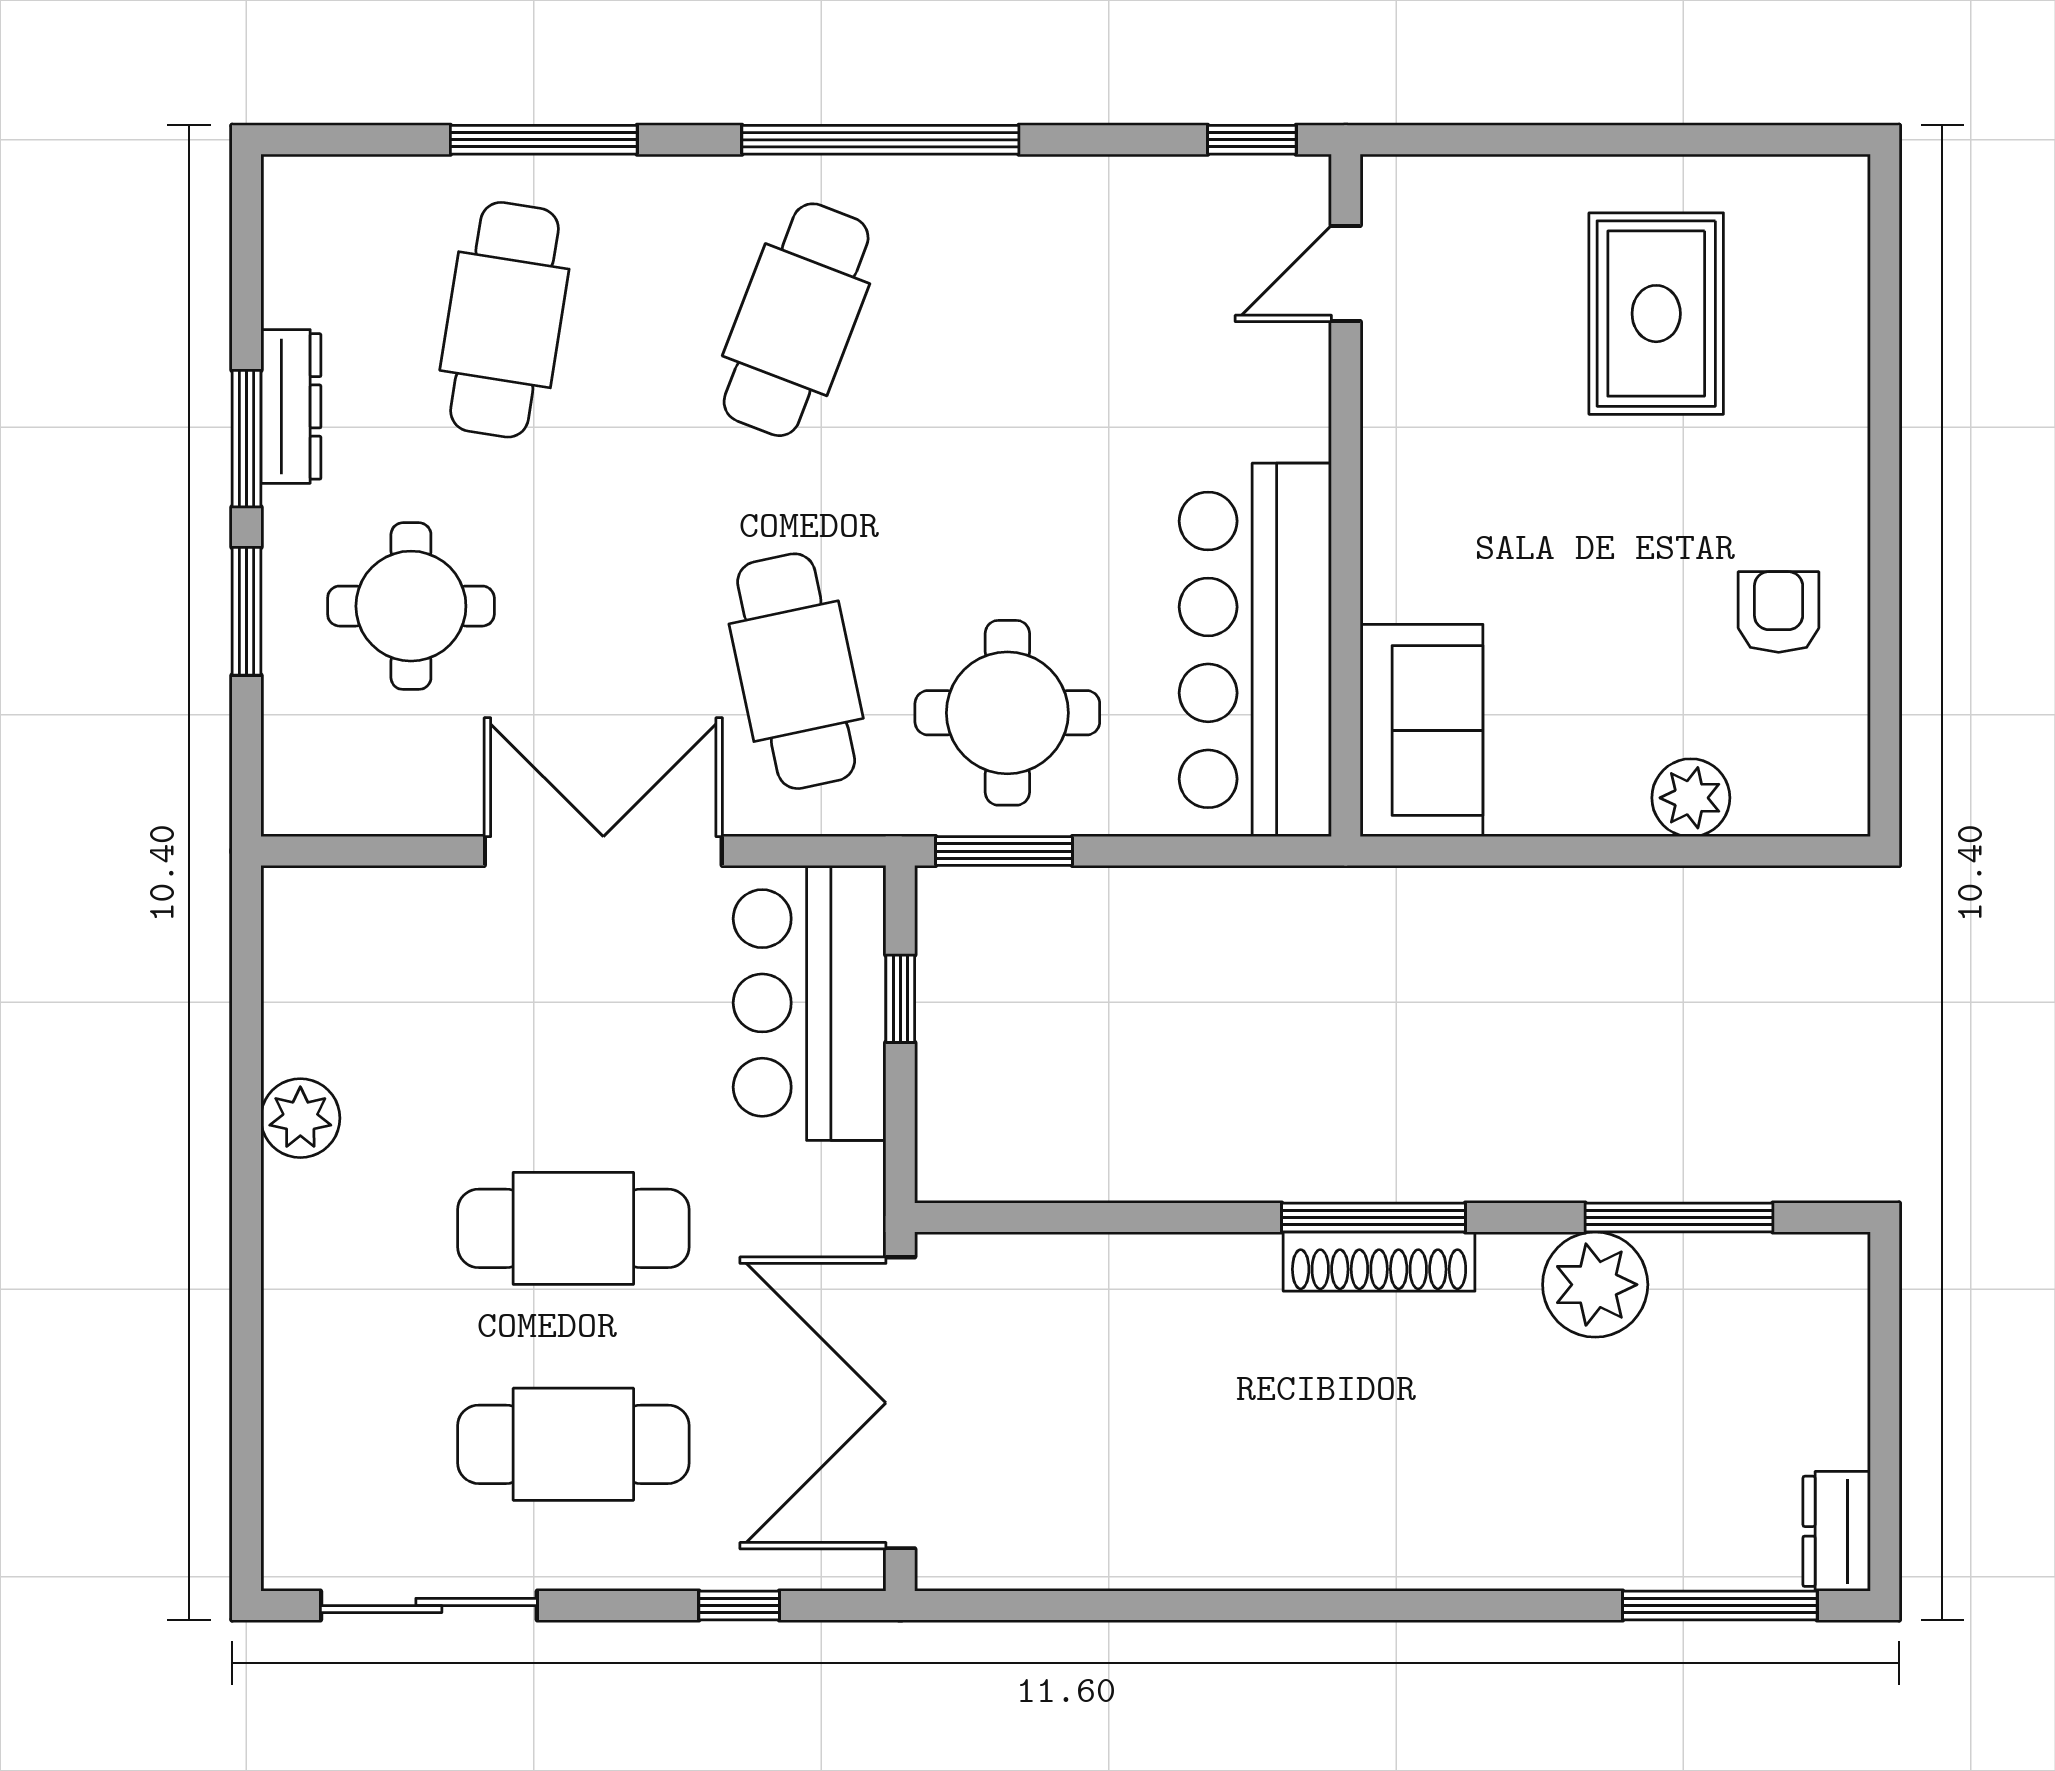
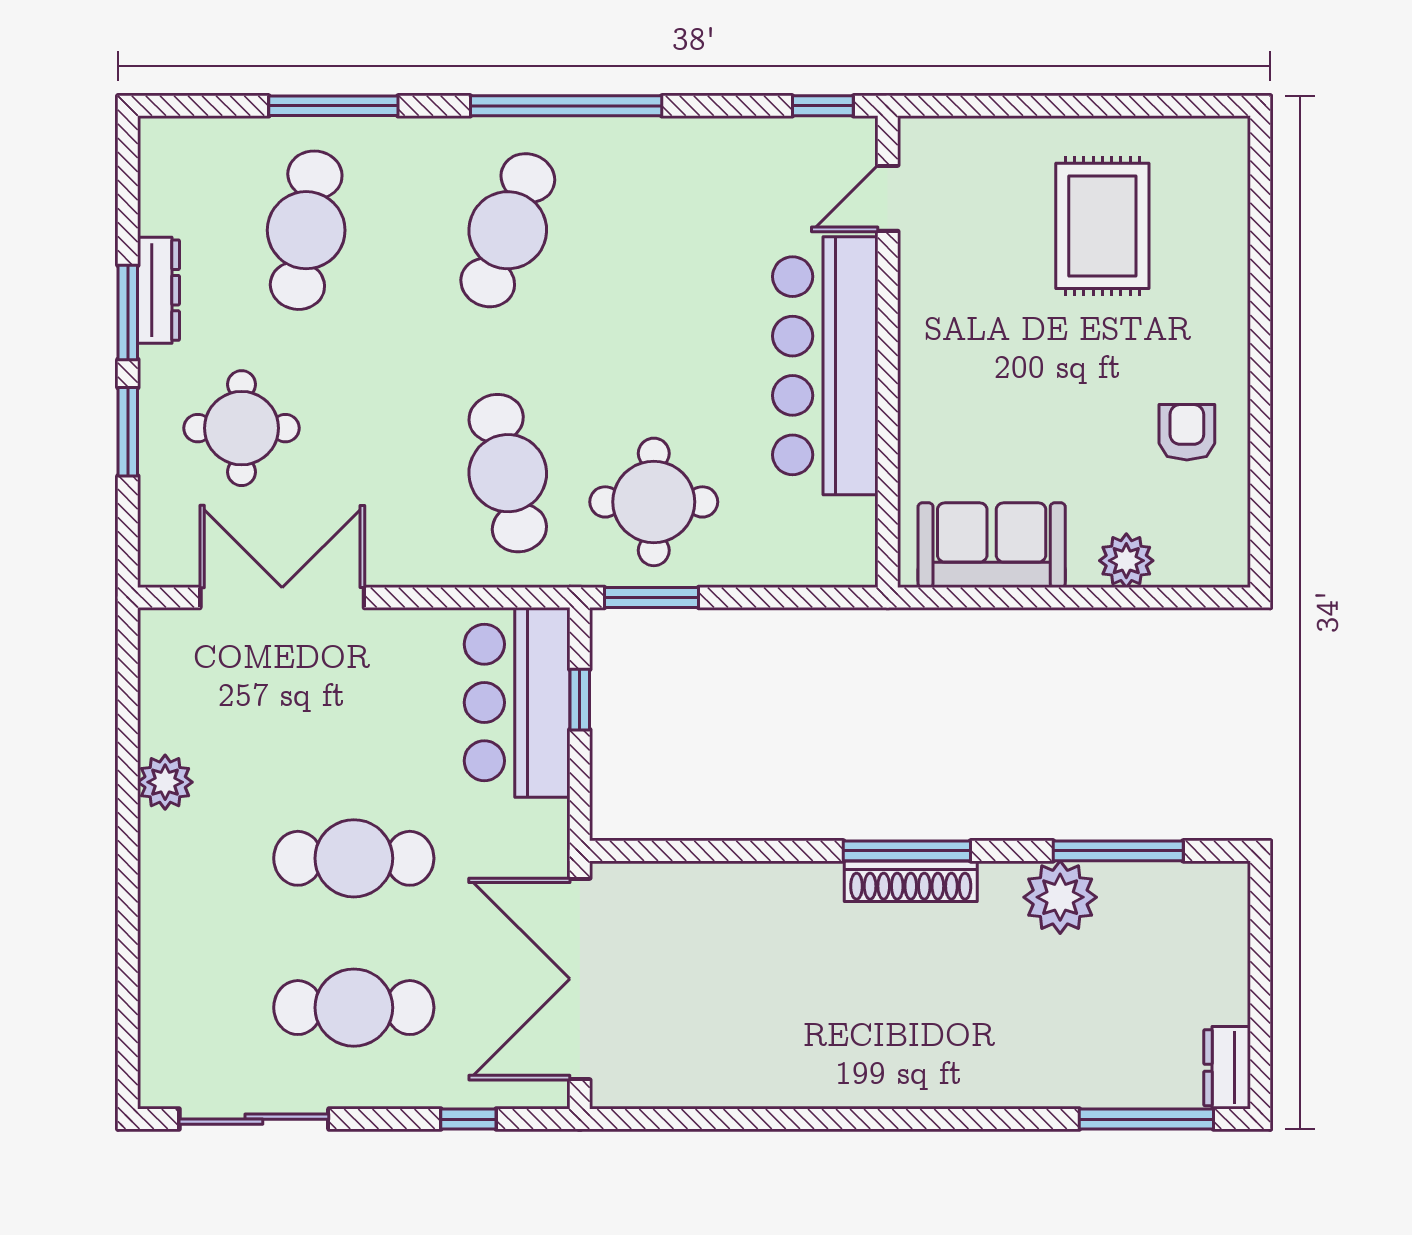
bar counter: (1255, 650) -> (825, 366), moved
sofa: (1422, 731) -> (992, 545), moved, turned -90
double door: (603, 851) -> (282, 598), moved

